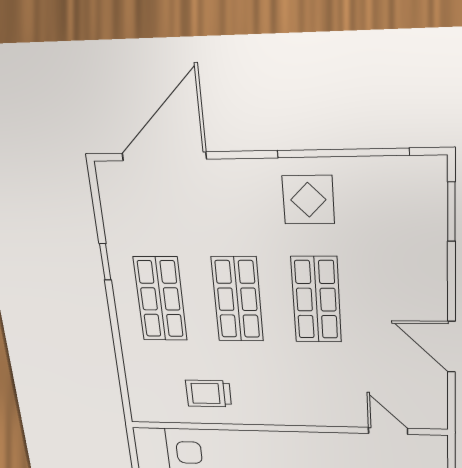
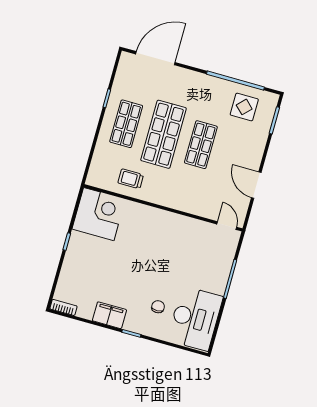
display table: (308, 200) -> (244, 107), moved
shop shelf: (237, 299) -> (164, 134), width x1.43, depth x1.36
door: (388, 431) -> (227, 226), moved

